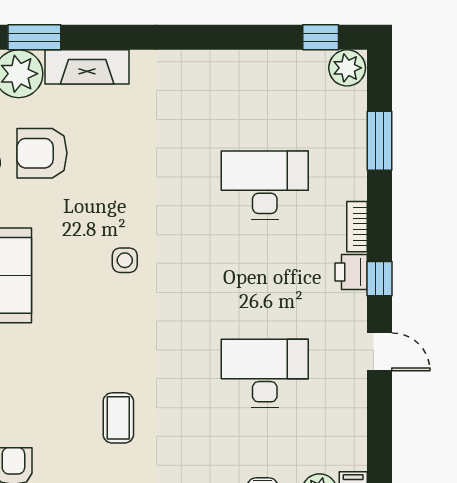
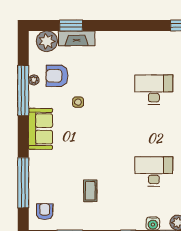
window: (34, 37) -> (71, 25), moved
side table: (125, 260) -> (78, 102), moved

